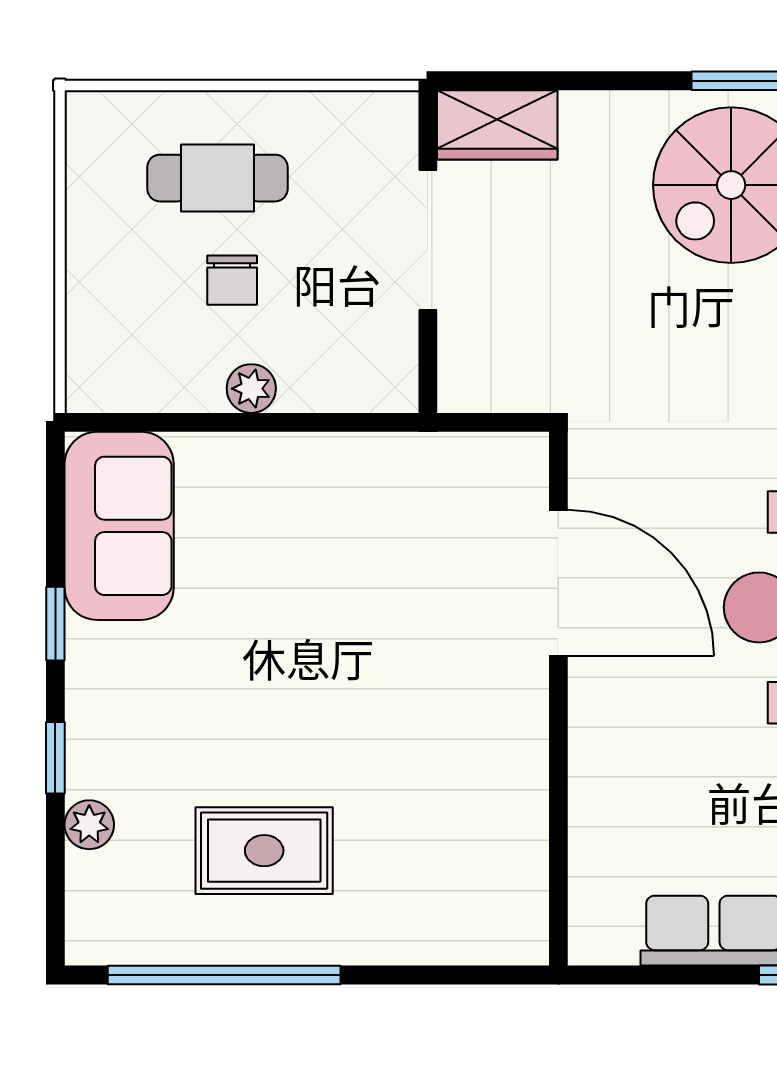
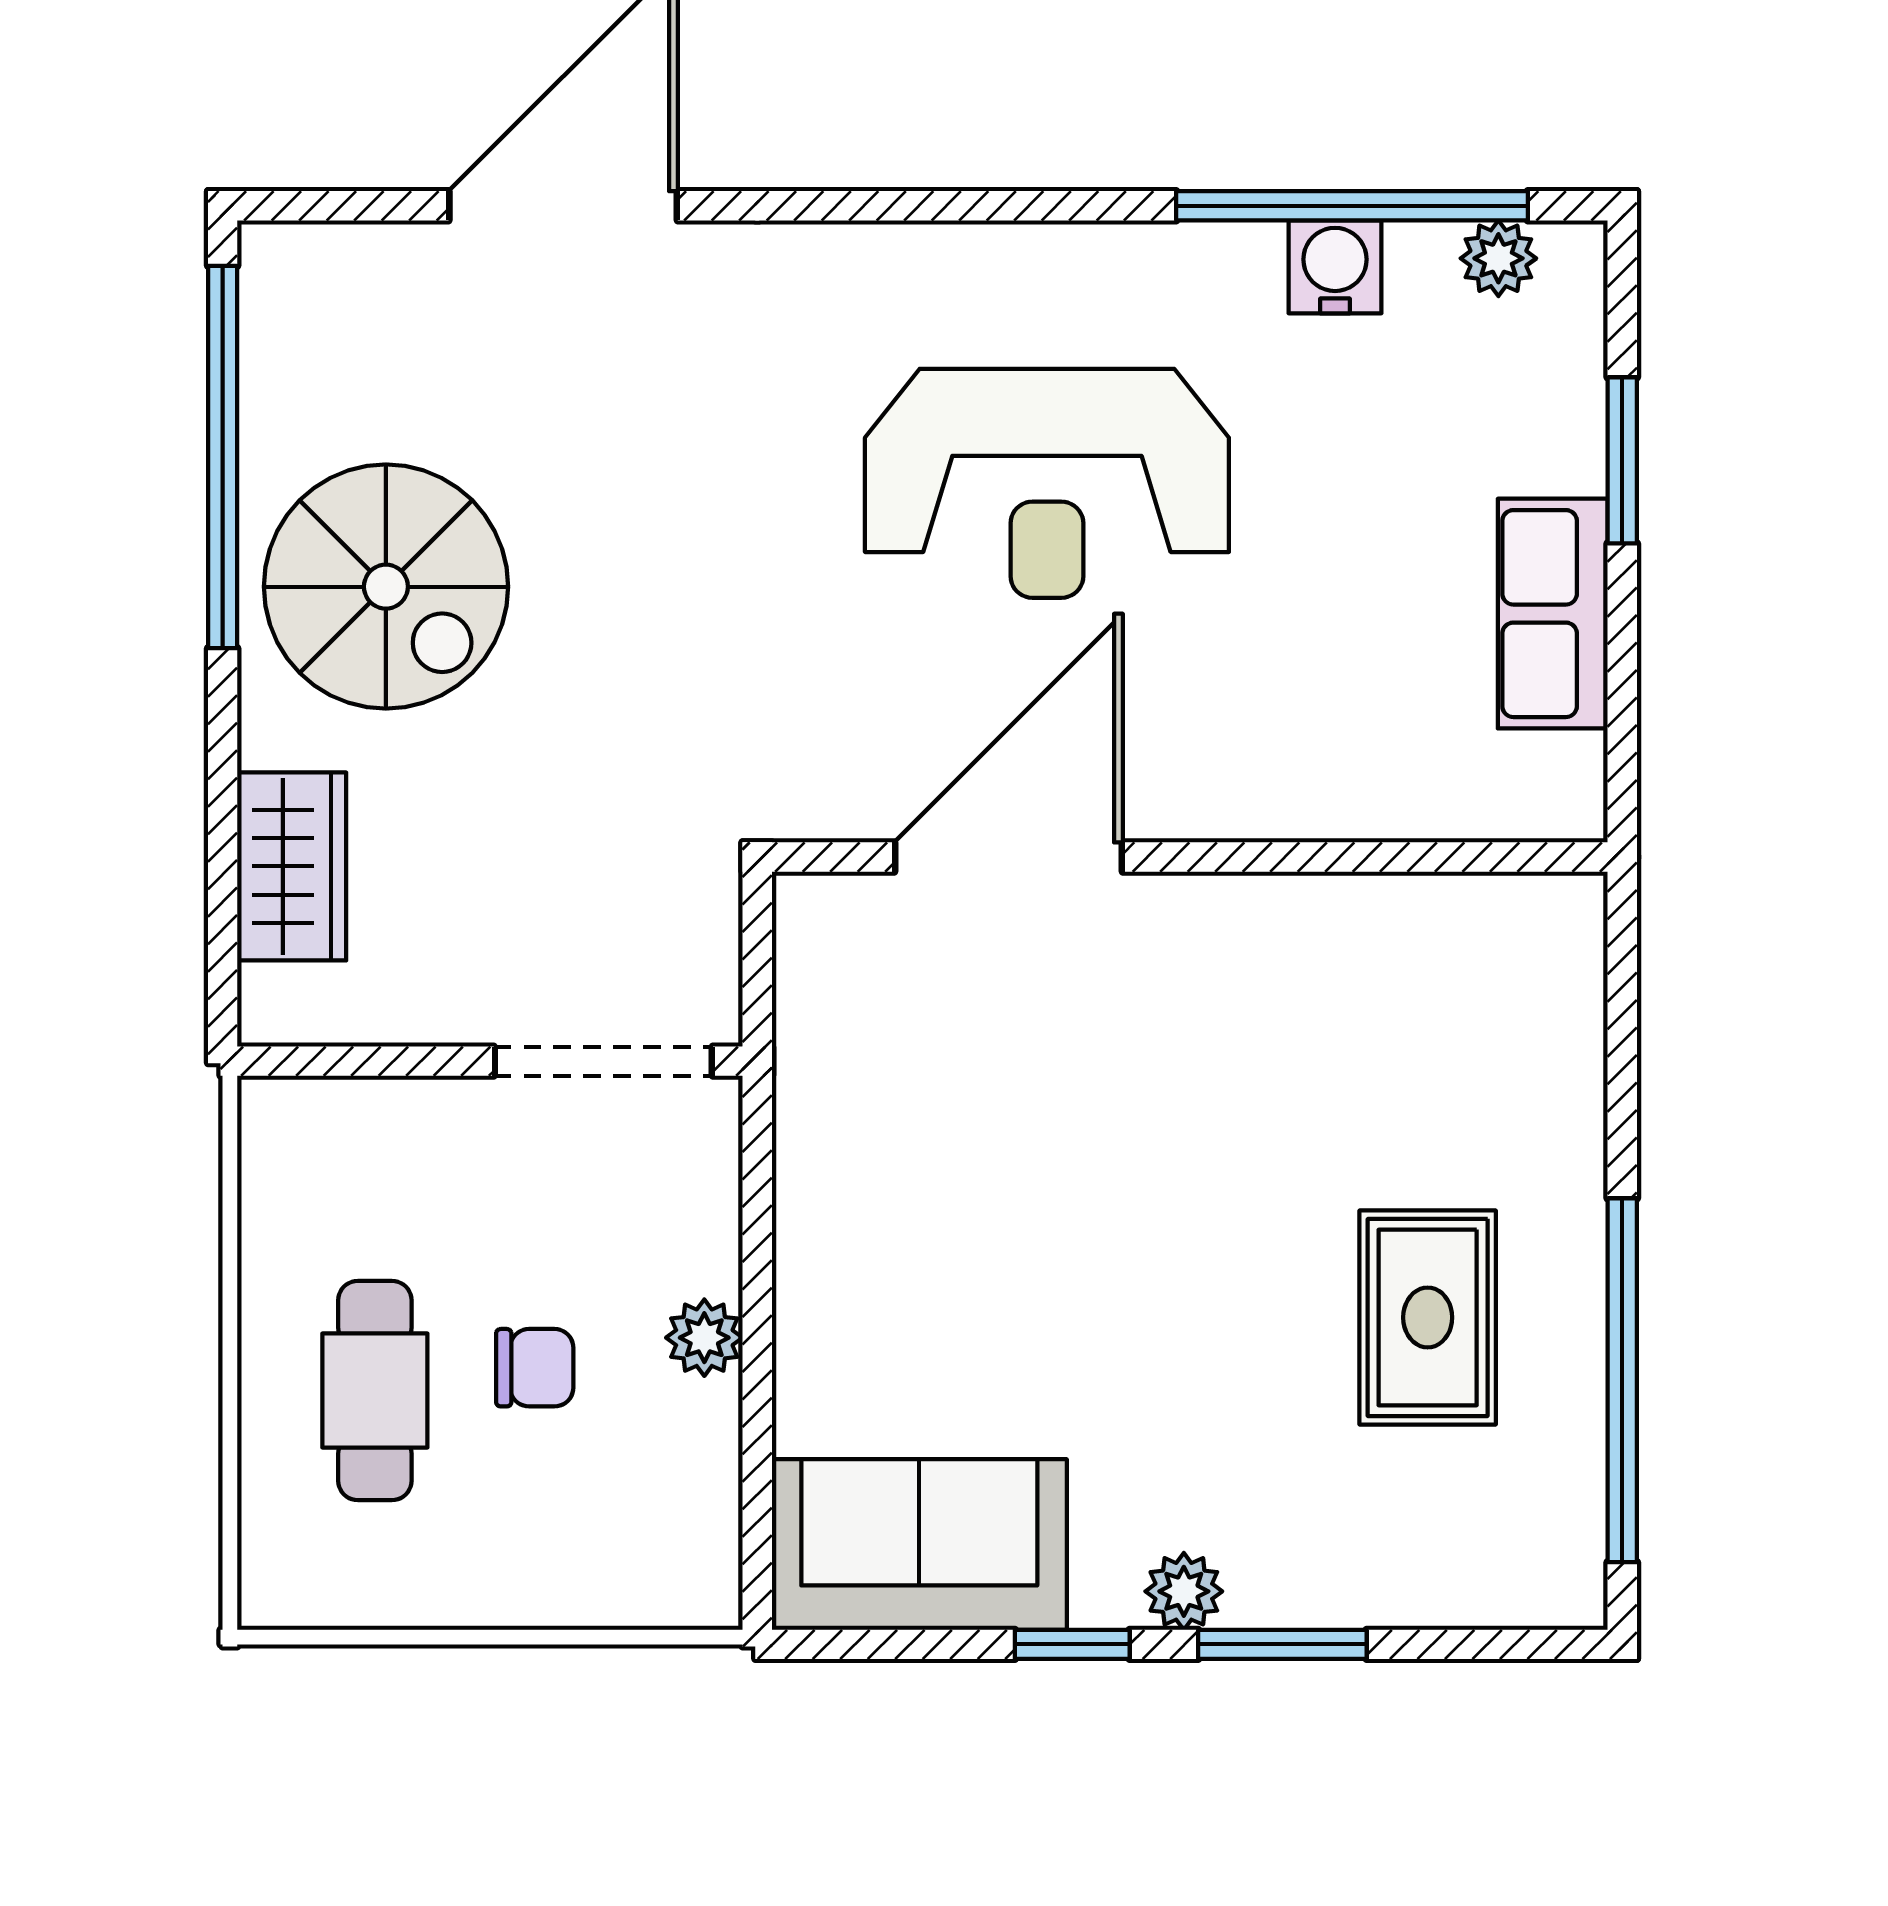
wardrobe: (497, 125) -> (292, 866), moved
doorway: (428, 240) -> (603, 1061), moved
window: (55, 758) -> (1282, 1644), width x1.50
plant: (89, 825) -> (1184, 1591), moved

